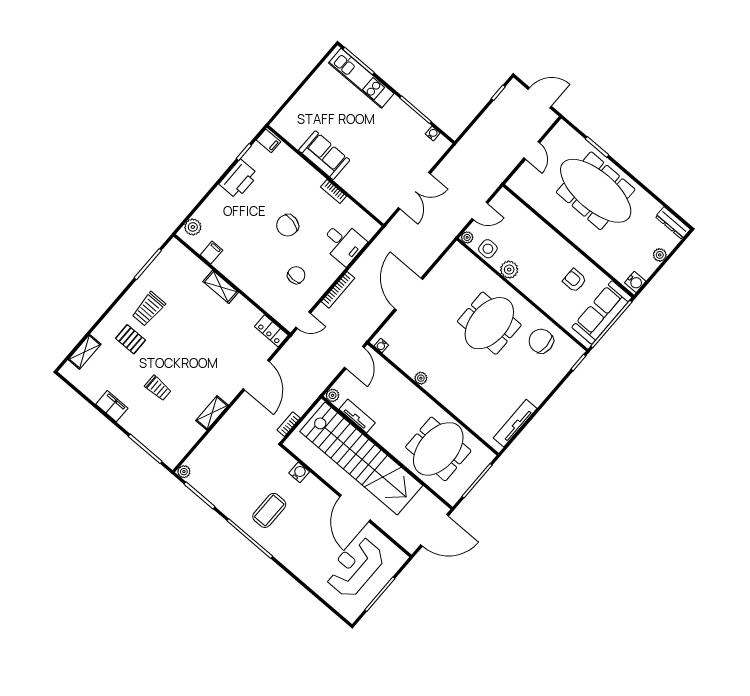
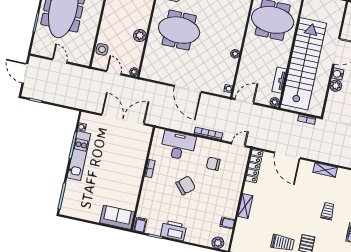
kitchen unit: (361, 78) -> (79, 156), moved
door: (532, 150) -> (60, 61), hinge flipped
sofa: (324, 155) -> (117, 217), moved, turned 90
double door: (414, 191) -> (123, 119), width x1.36
chair: (288, 225) -> (186, 185), turned -55
desk: (343, 243) -> (178, 146), width x1.37
side table: (488, 249) -> (102, 49), moved
door: (409, 294) -> (188, 89), hinge flipped
door: (303, 320) -> (238, 145), hinge flipped
locker: (271, 331) -> (254, 166), width x1.53
door: (256, 375) -> (287, 155), swing flipped
water cooler: (299, 472) -> (338, 74), moved
plant: (312, 484) -> (336, 86), added

